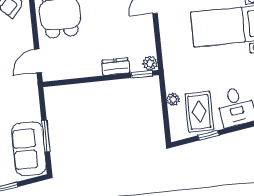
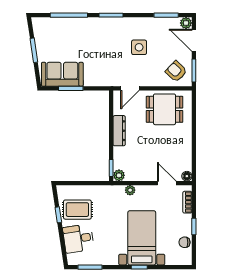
door: (38, 61) -> (130, 88), swing flipped
dresser: (116, 67) -> (119, 131), moved, width x1.44
plant: (173, 99) -> (130, 190), moved

